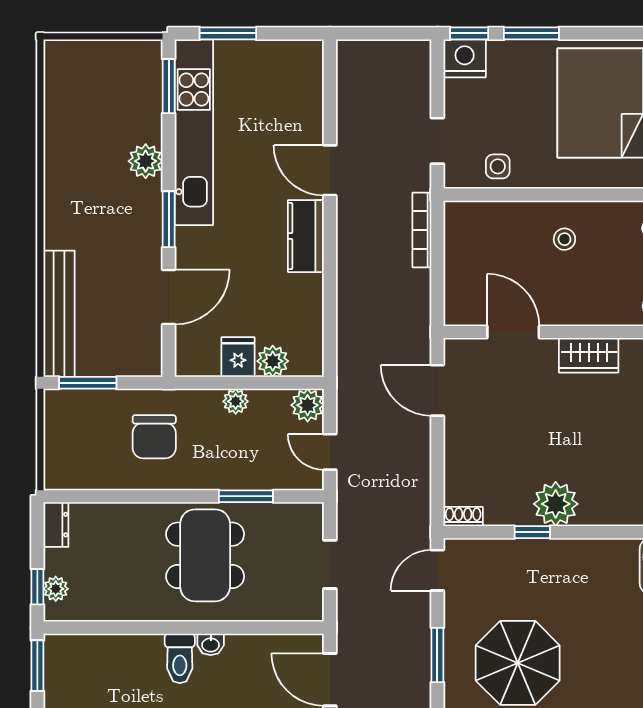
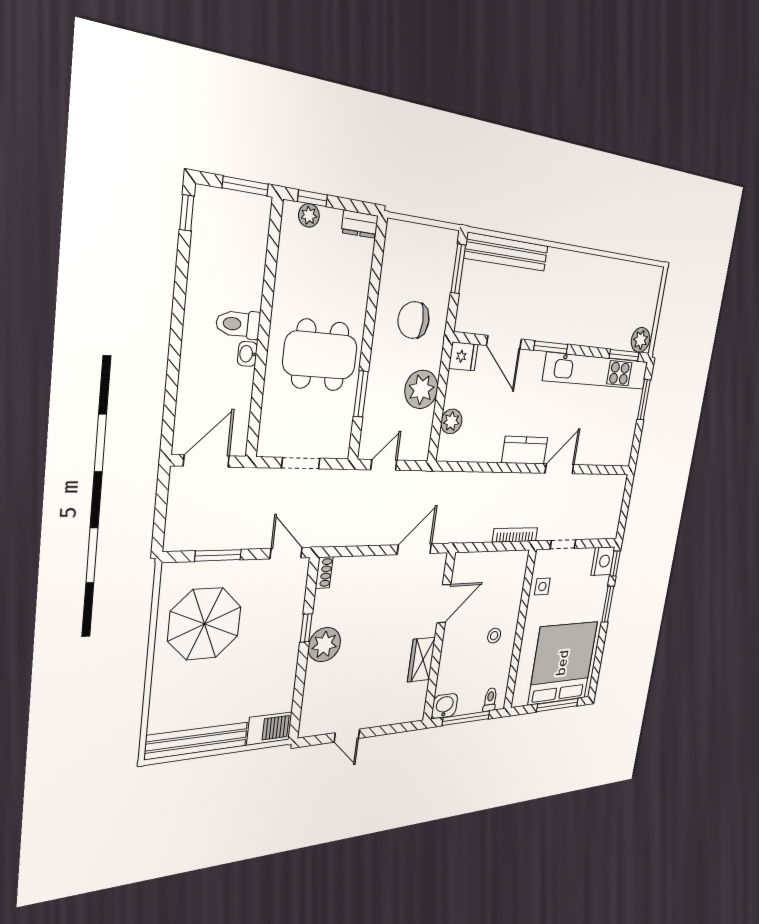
plant: (146, 161) -> (641, 340), moved
fridge: (238, 357) -> (463, 356), moved
plant: (236, 401) -> (421, 389), width x1.88, depth x1.88
plant: (308, 405) -> (418, 448), removed

